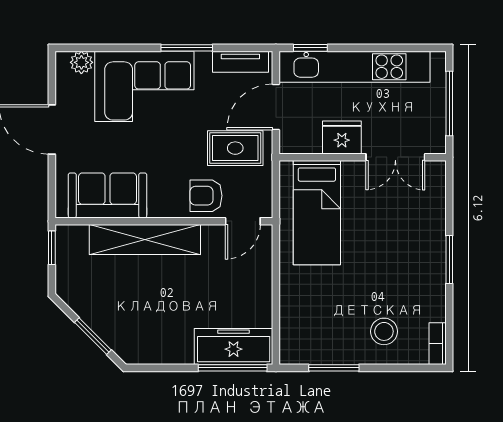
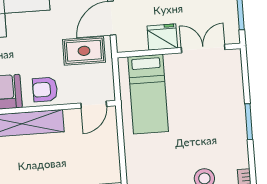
double door: (395, 157) -> (203, 49), swing flipped
armchair: (206, 196) -> (45, 89), moved

